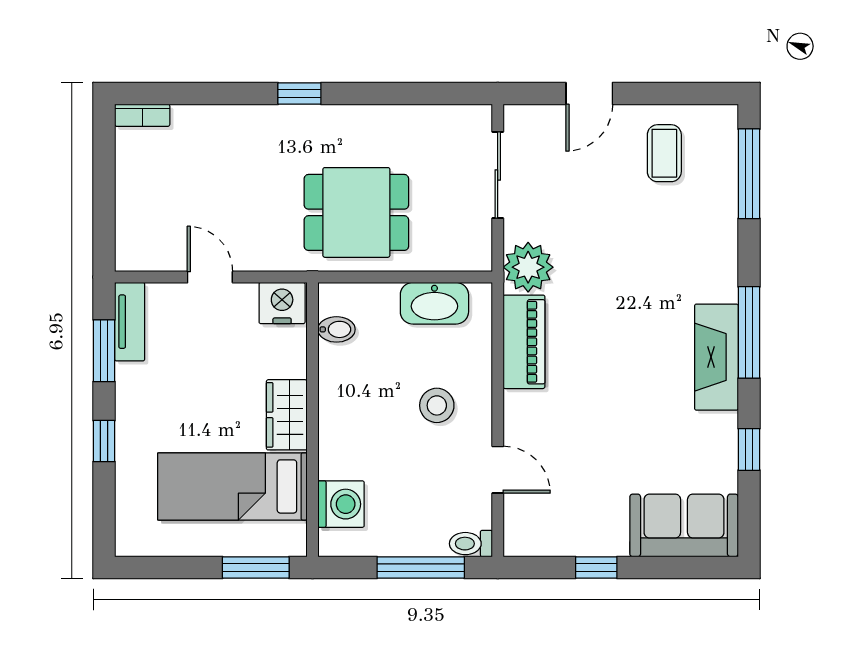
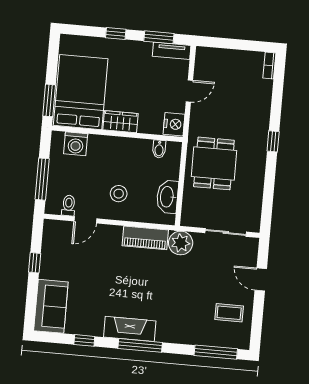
bed: (232, 486) -> (81, 92), width x1.50
toilet: (471, 544) -> (69, 205), moved

